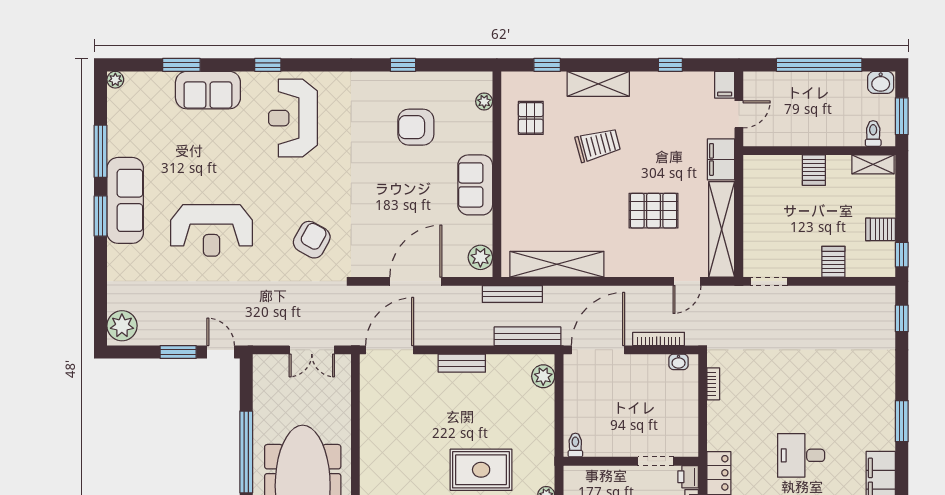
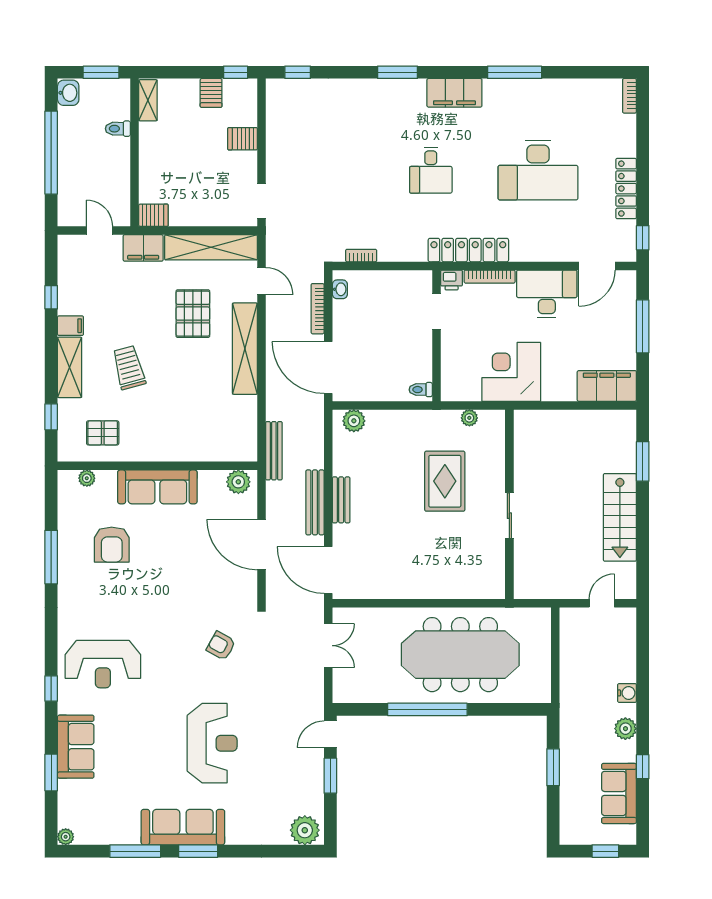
window: (403, 65) -> (51, 557), width x2.17
filing cabinet: (725, 85) -> (70, 326), moved
toilet: (873, 133) -> (118, 129), moved
server rack: (814, 170) -> (153, 215), moved
sofa: (475, 185) -> (157, 487), width x1.36
armchair: (312, 240) -> (221, 646), width x0.72, depth x0.72
shelving: (557, 264) -> (245, 349), moved
bench: (527, 336) -> (315, 502), moved

